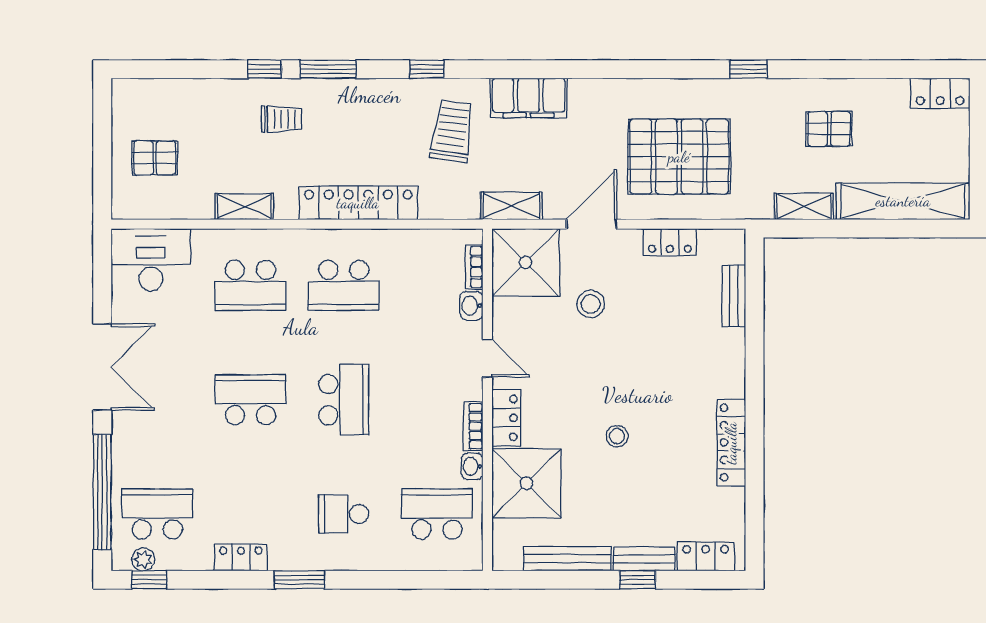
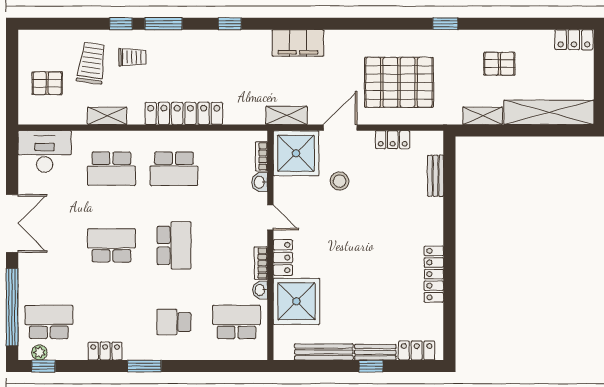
trolley: (452, 131) -> (92, 63), moved
stool: (617, 436) -> (357, 270), removed

